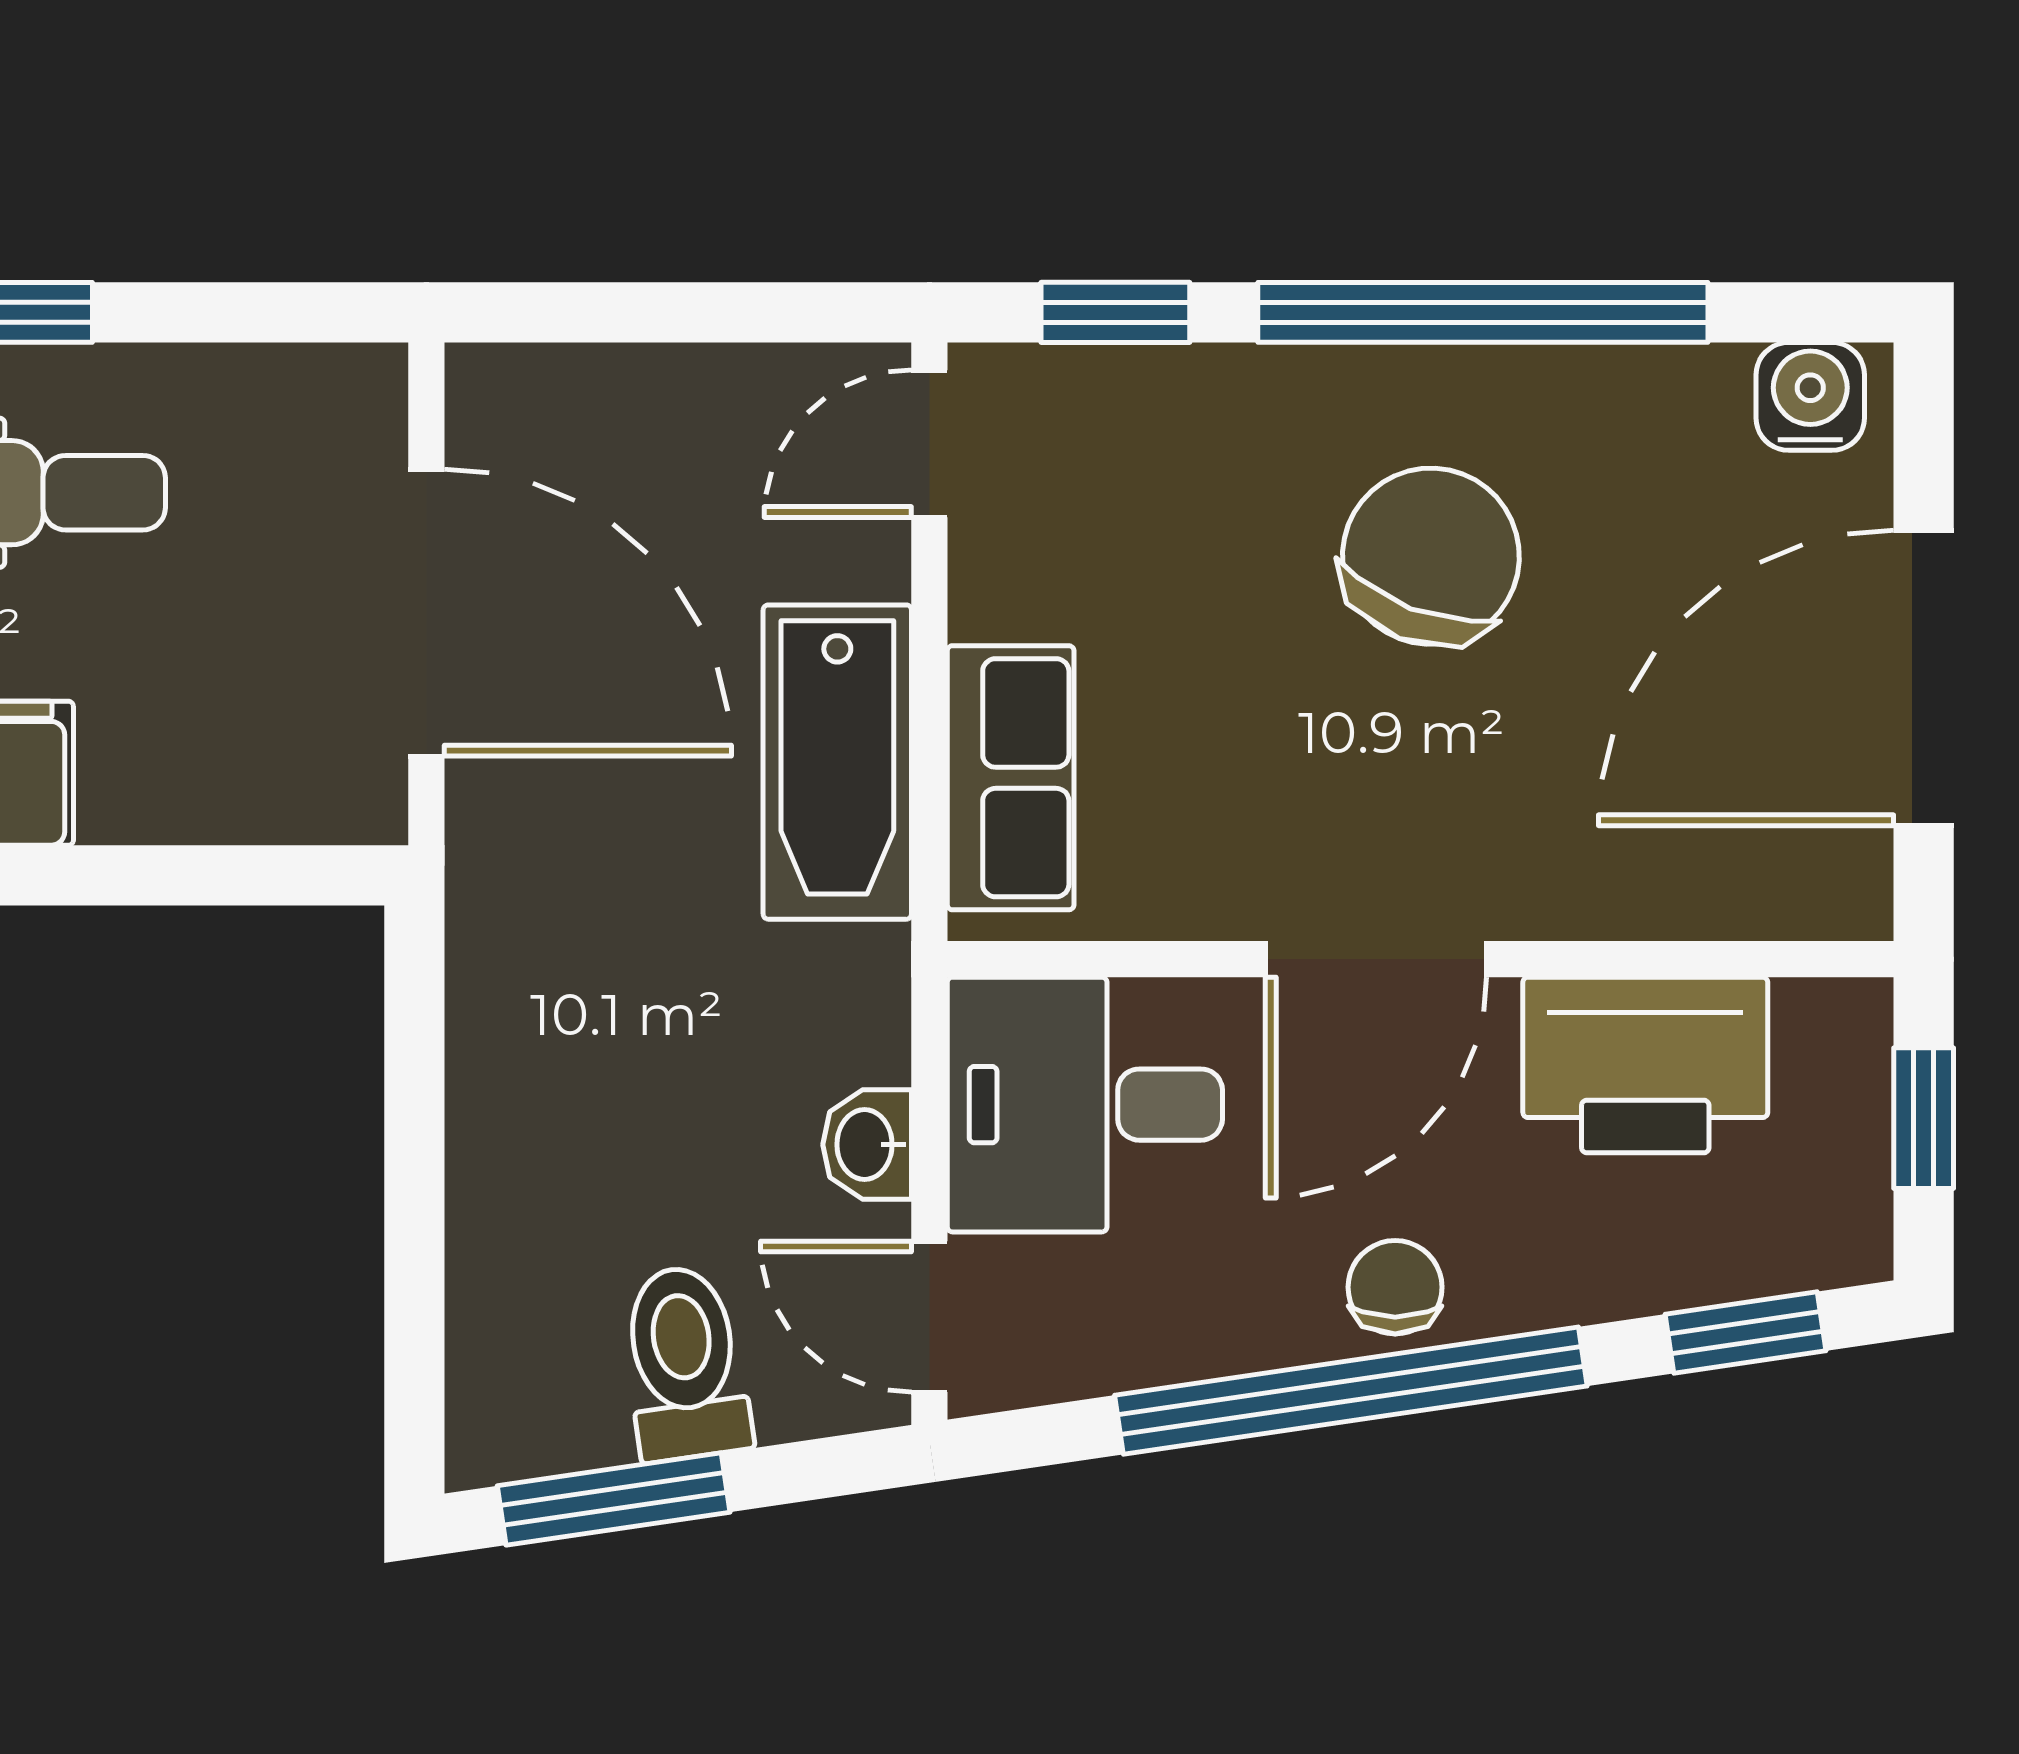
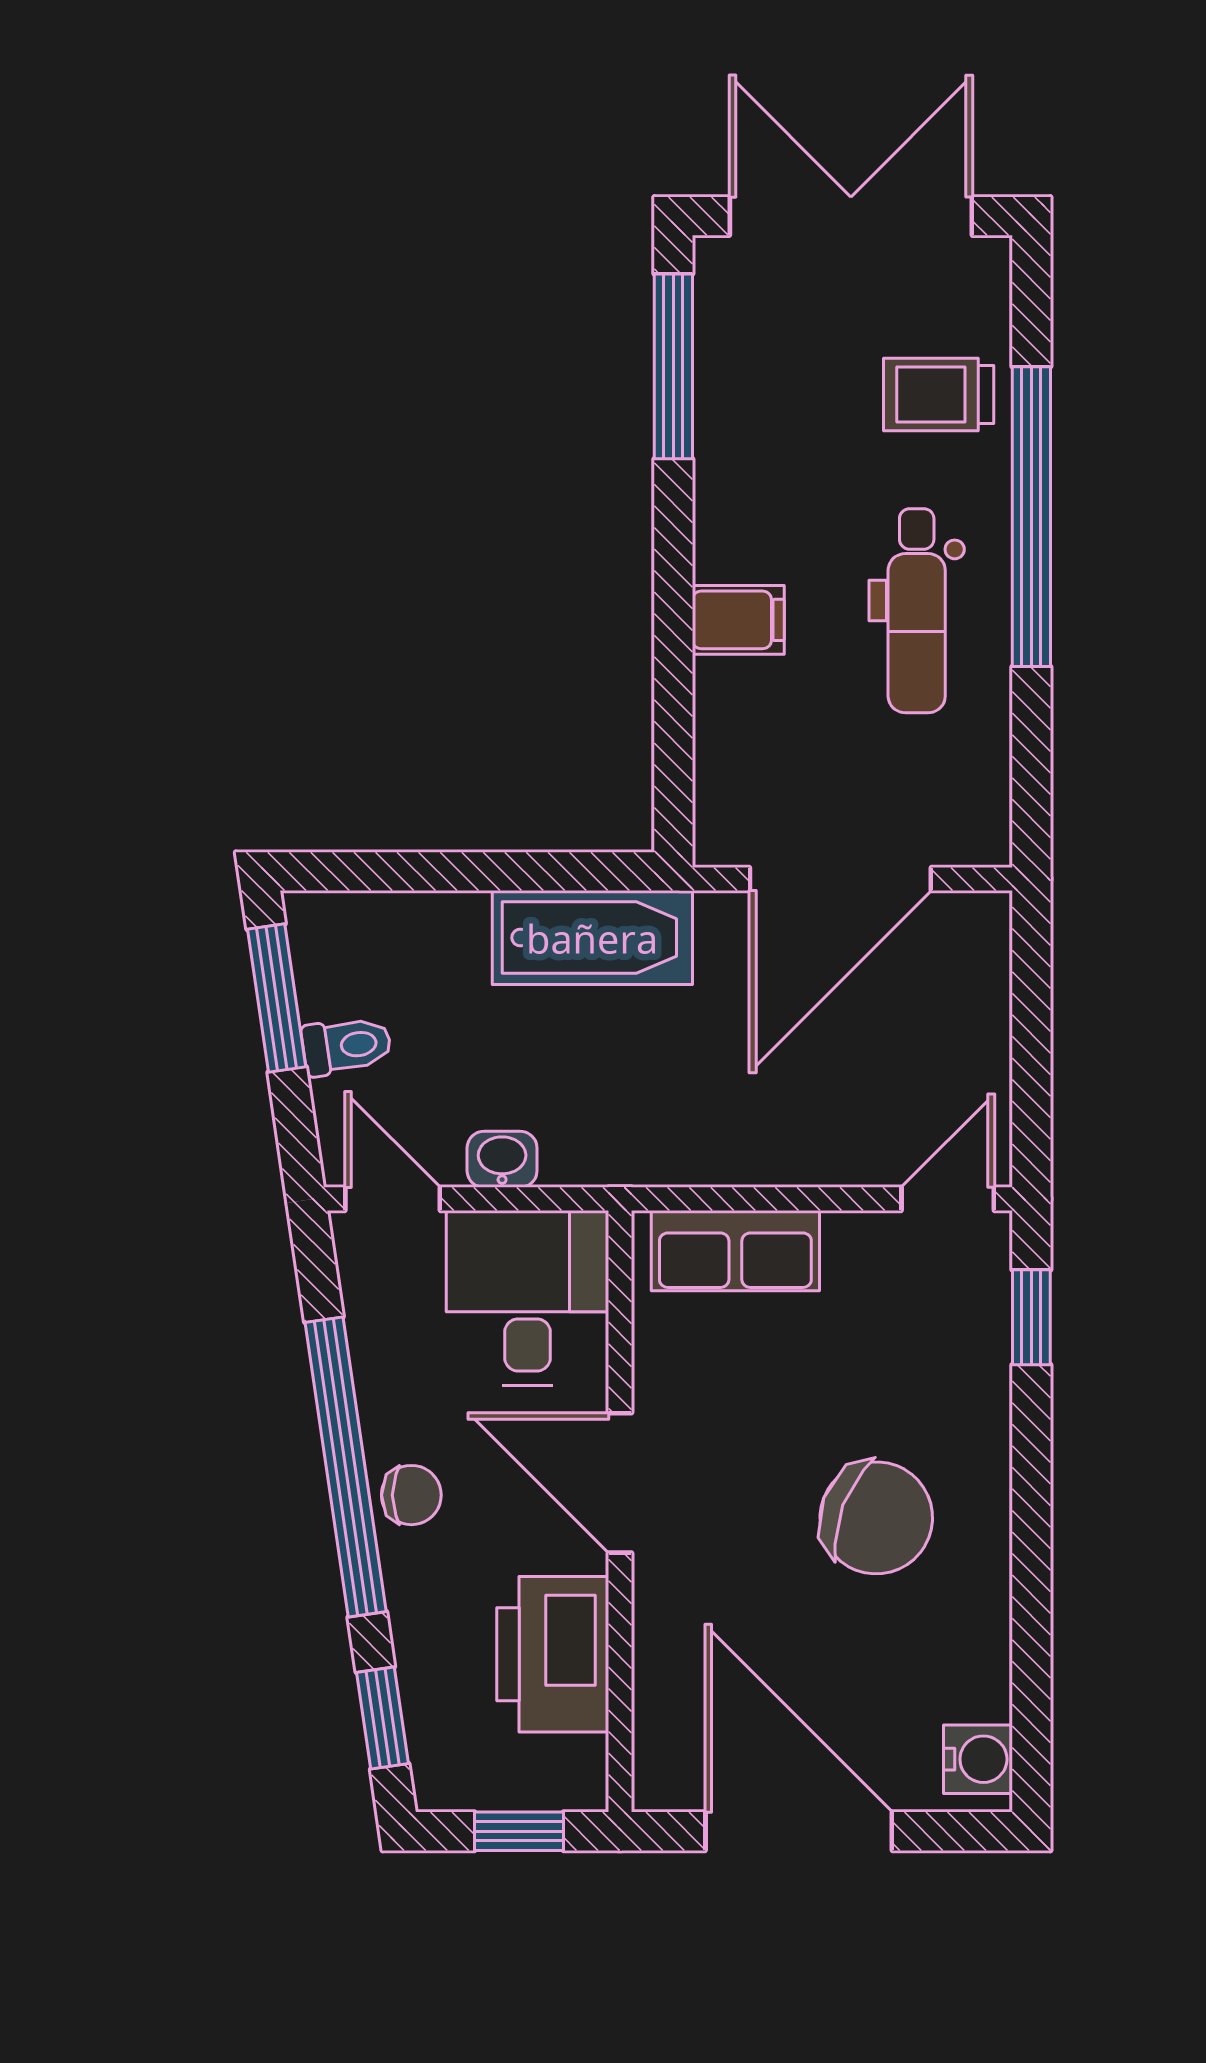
window: (1483, 312) -> (1031, 1551), removed
door: (929, 444) -> (948, 1199), hinge flipped
bathtub: (837, 762) -> (592, 938), moved, turned 180
door: (929, 1317) -> (393, 1199), hinge flipped
toilet: (685, 1363) -> (347, 1046), width x0.73, depth x0.72

